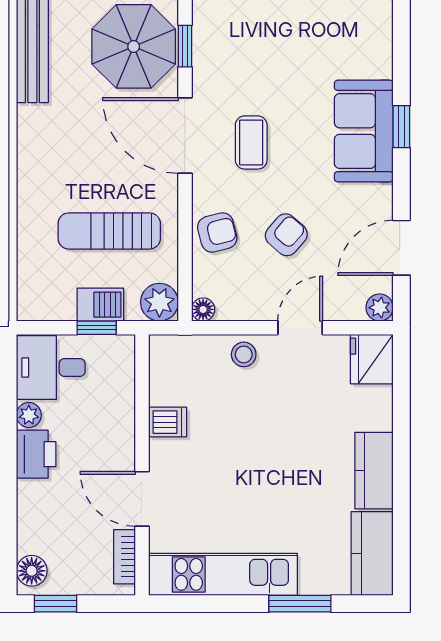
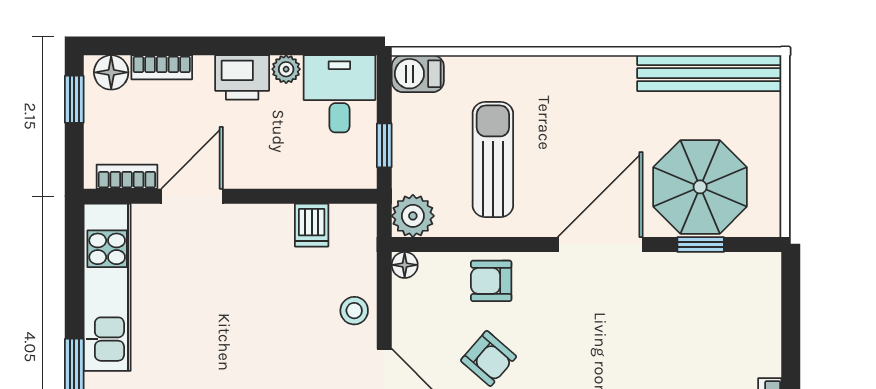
coffee table: (251, 142) -> (592, 319), removed
armchair: (217, 232) -> (491, 281), turned 104
barbecue: (100, 305) -> (418, 74), moved, turned 90
dishwasher: (168, 422) -> (312, 225), moved
bookcase: (27, 526) -> (162, 67), added

